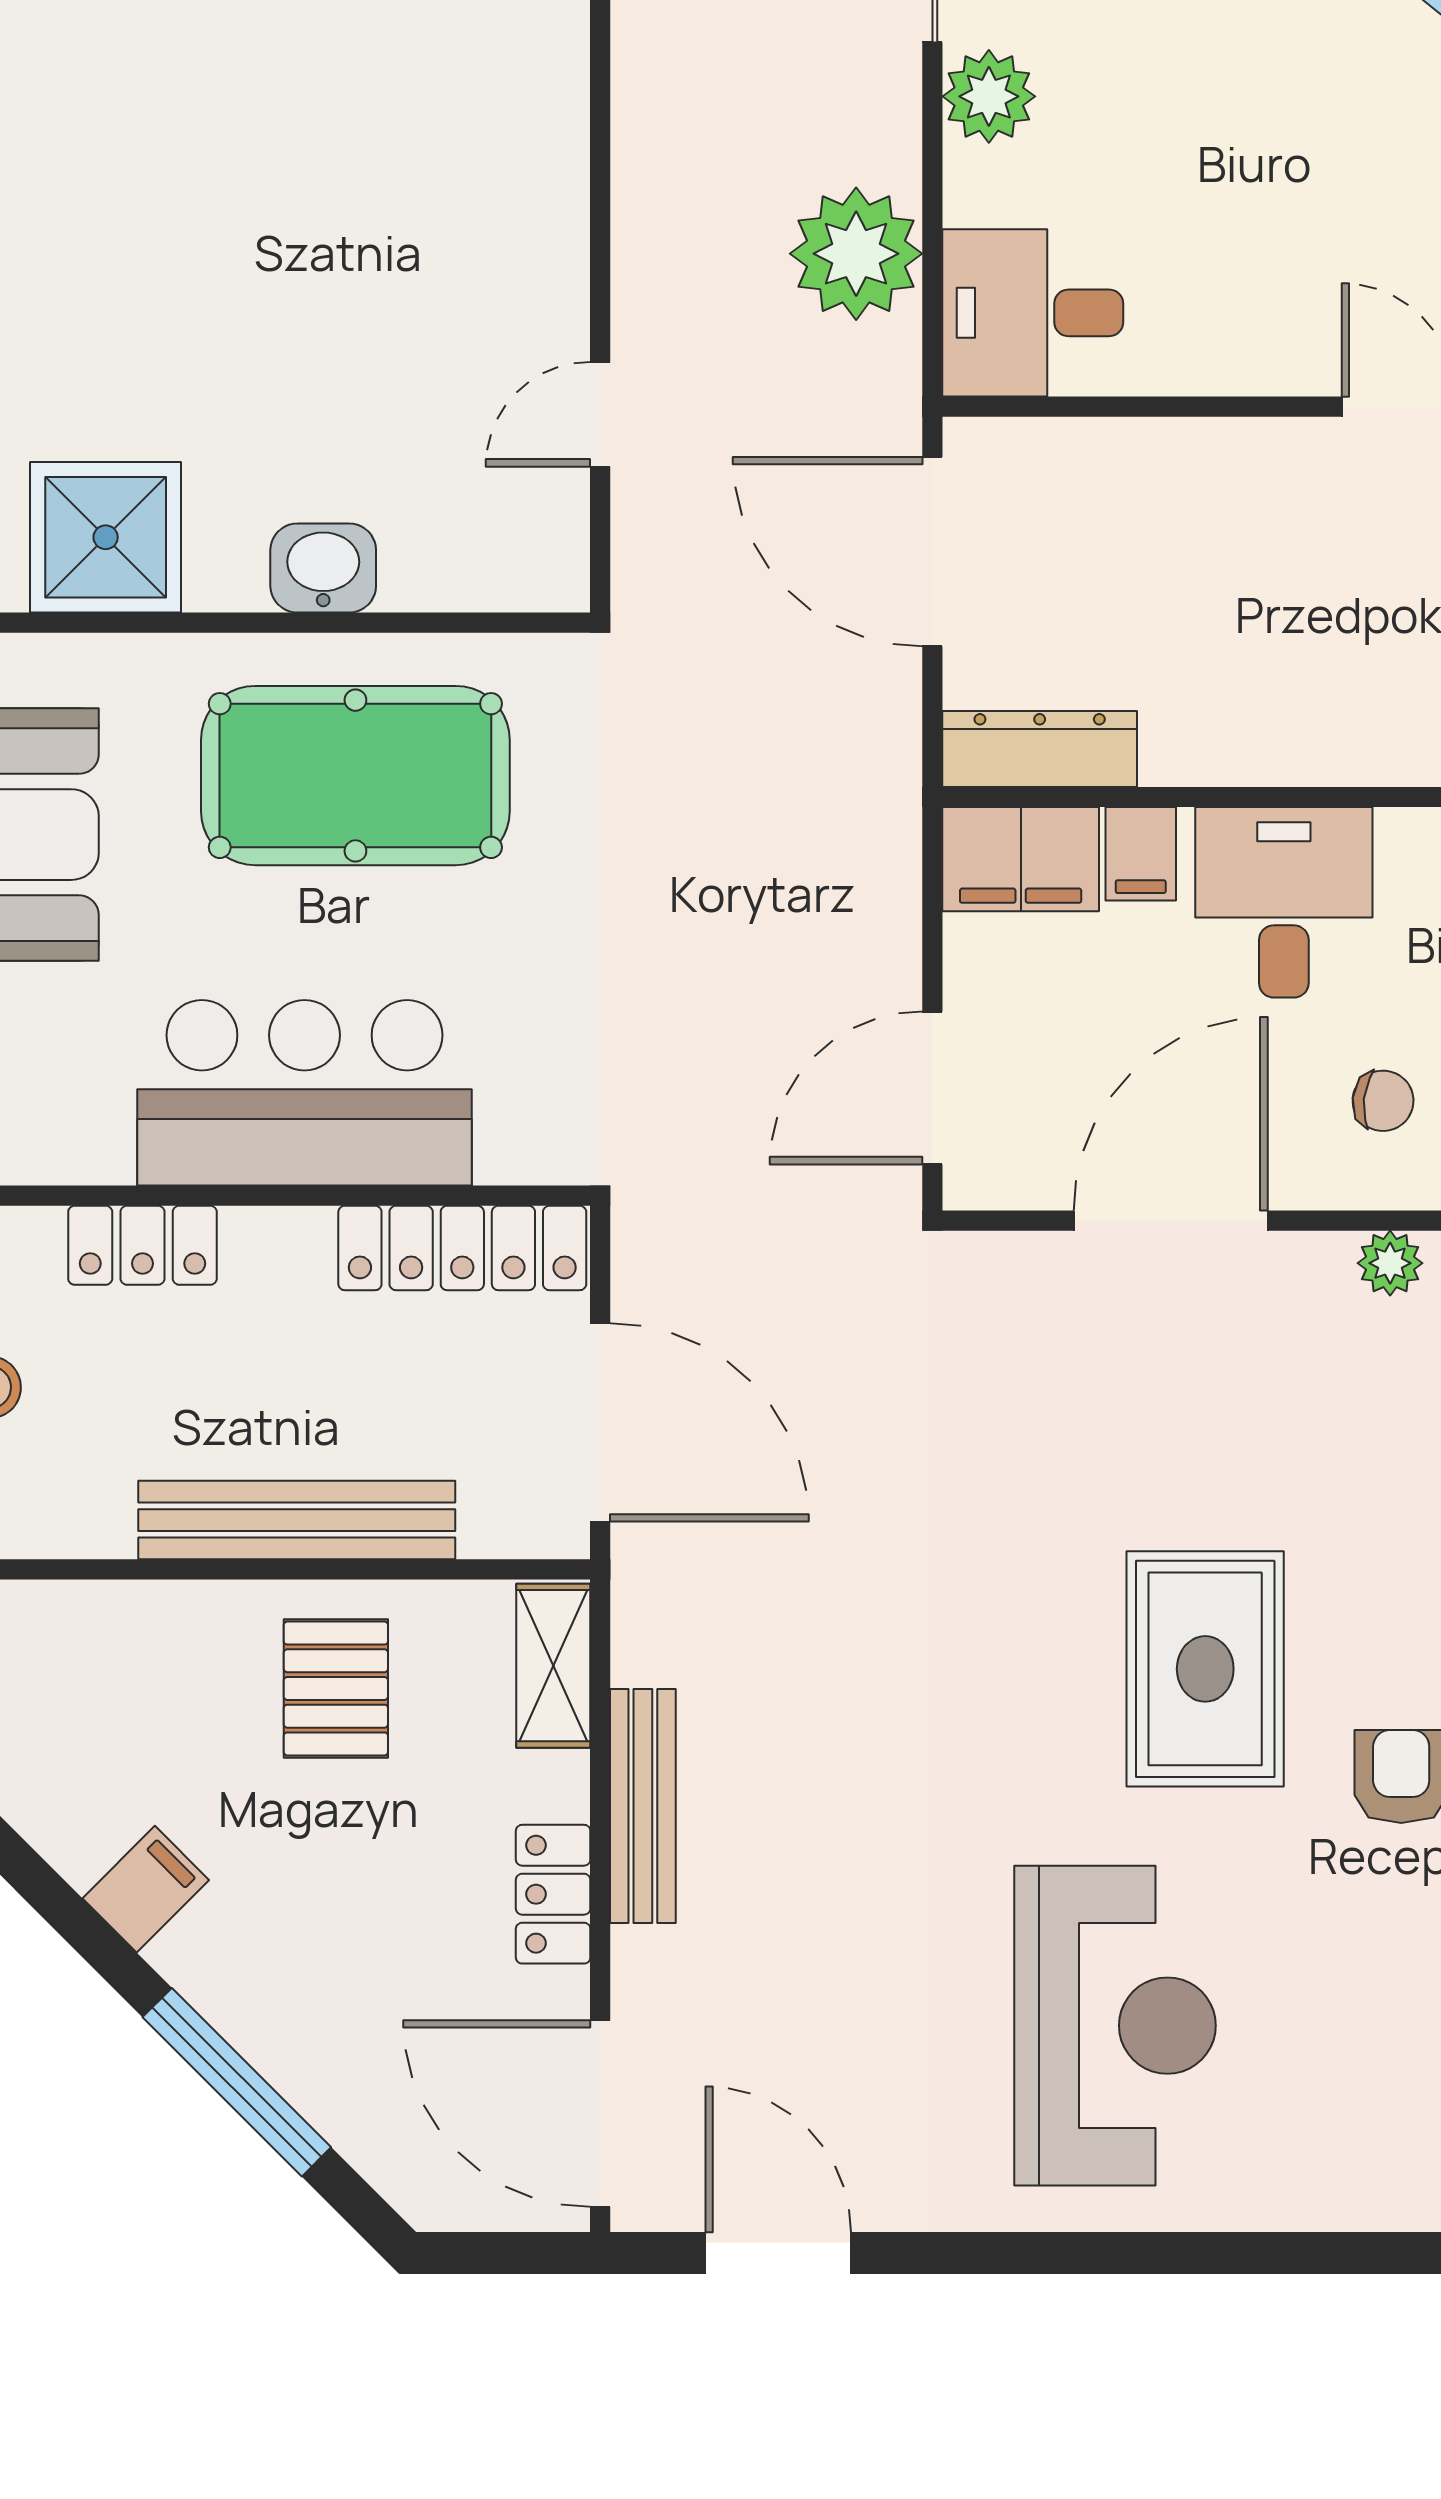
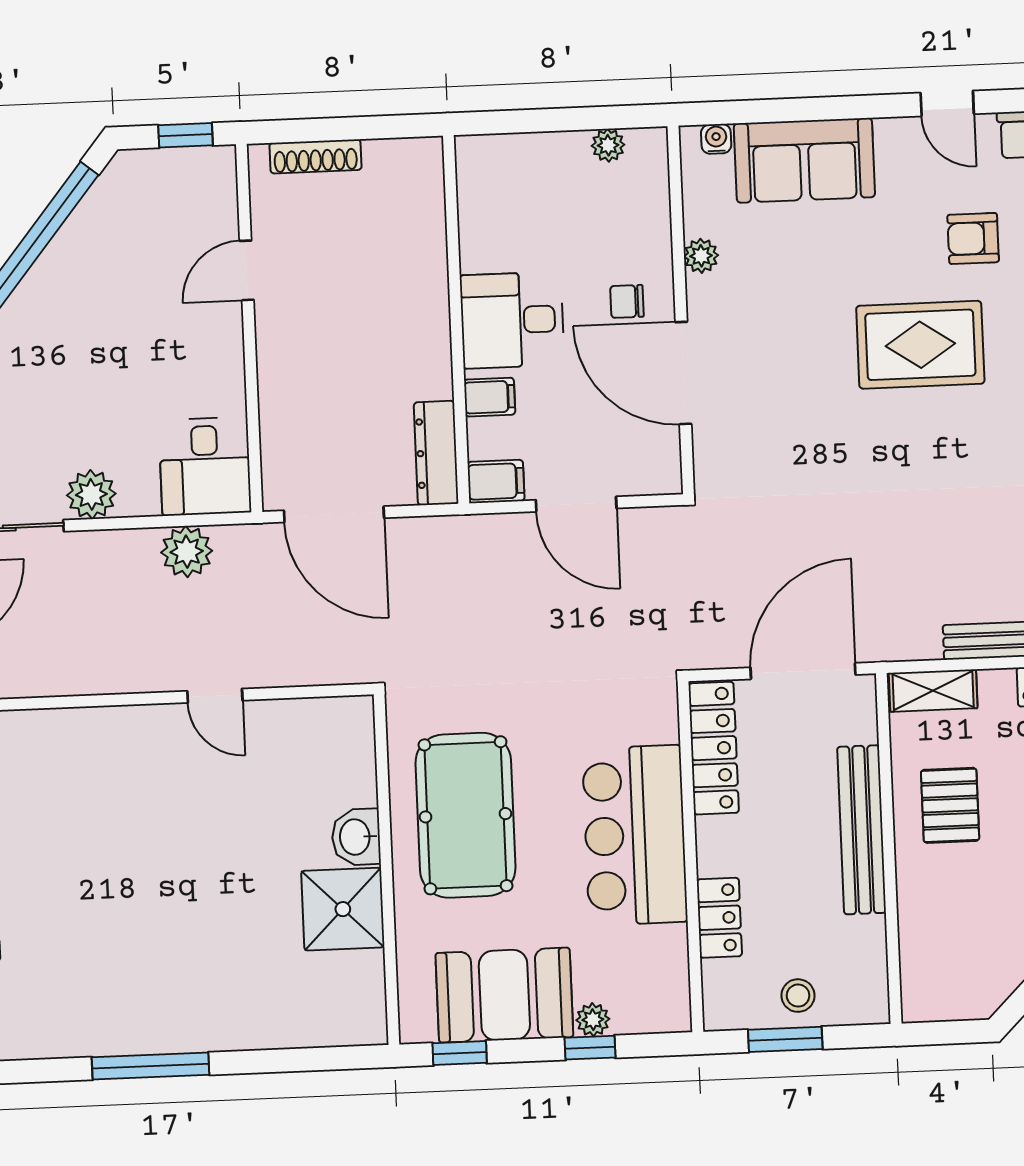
plant: (856, 254) -> (187, 552), width x0.73, depth x0.73
door: (600, 414) -> (215, 696), moved
shower: (106, 537) -> (343, 909), moved
door: (932, 552) -> (334, 514), hinge flipped
filing cabinet: (1021, 859) -> (496, 481), width x0.50
door: (932, 1088) -> (576, 504), moved
chair: (1383, 1101) -> (627, 301), moved, turned -96
pallet: (336, 1688) -> (950, 805), turned 90

